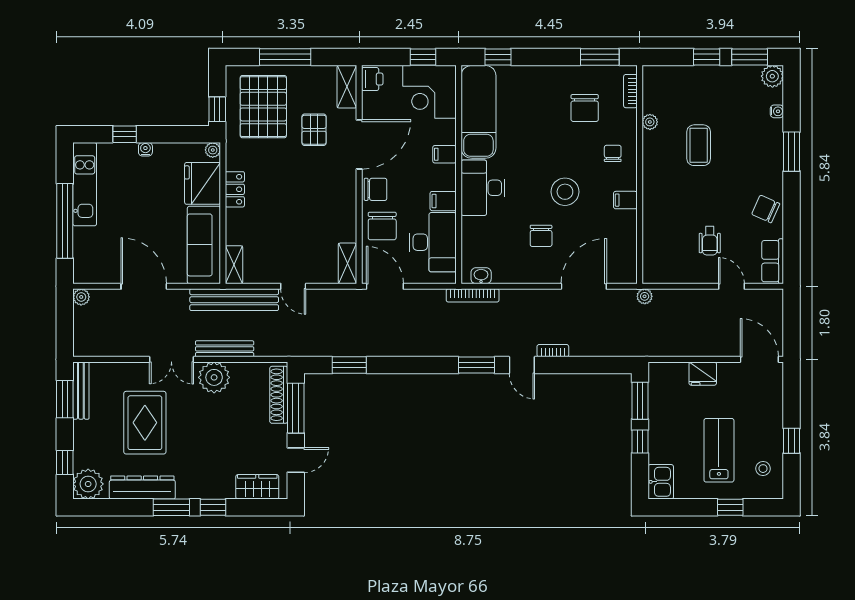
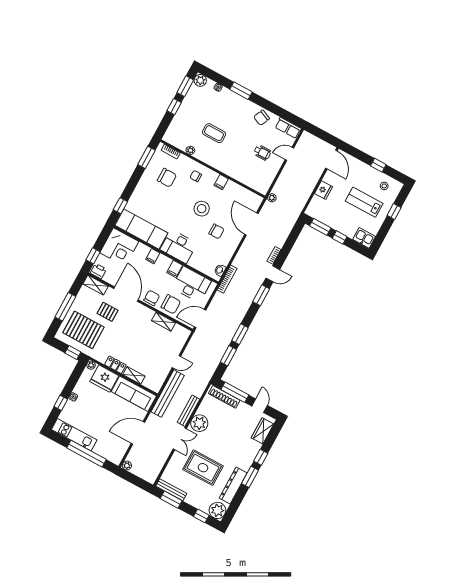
window: (423, 57) -> (93, 256), moved
shelving: (347, 263) -> (163, 322), moved
shelving: (234, 265) -> (134, 375), moved
door: (759, 359) -> (331, 160), swing flipped
window: (395, 365) -> (240, 334), added

